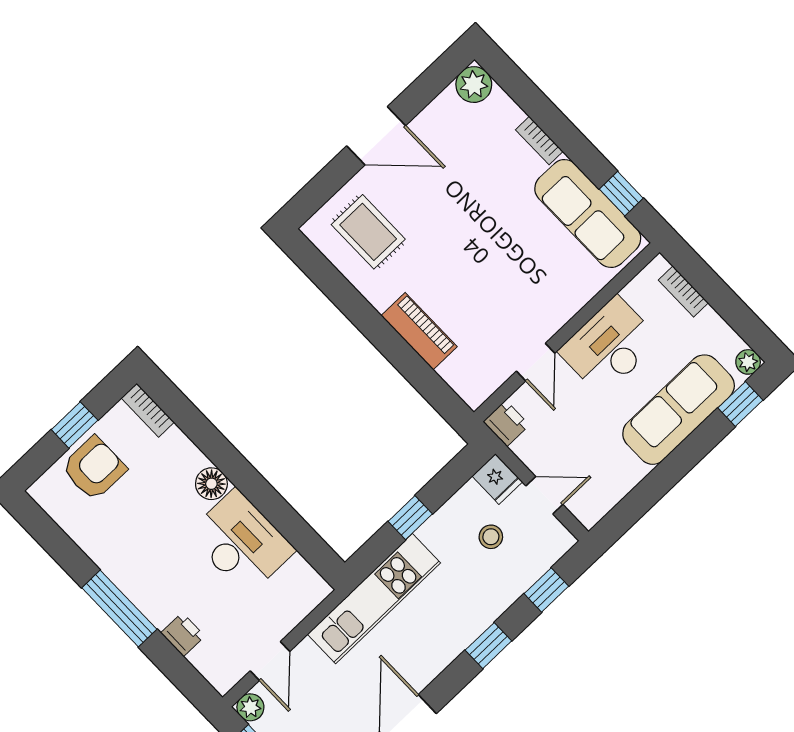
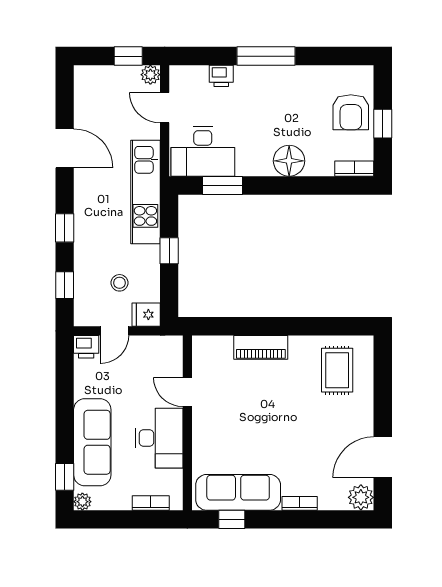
door: (376, 136) -> (383, 457), moved
rug: (368, 232) -> (337, 370), turned 90
printer: (506, 423) -> (86, 347), moved
floor lamp: (211, 484) -> (289, 161), width x1.38, depth x1.38
window: (292, 527) -> (223, 185), added
desk: (241, 542) -> (203, 151), moved

